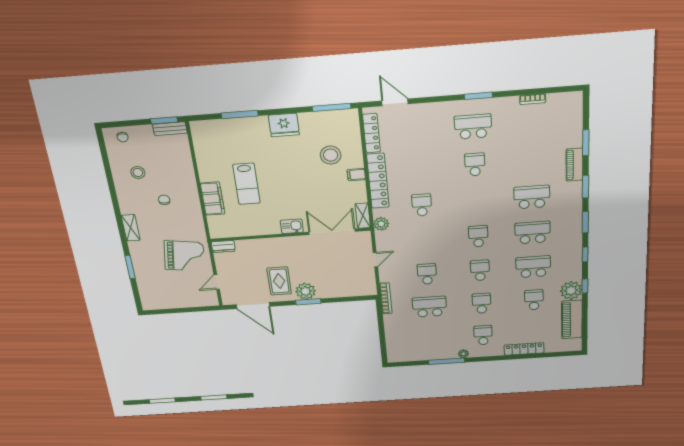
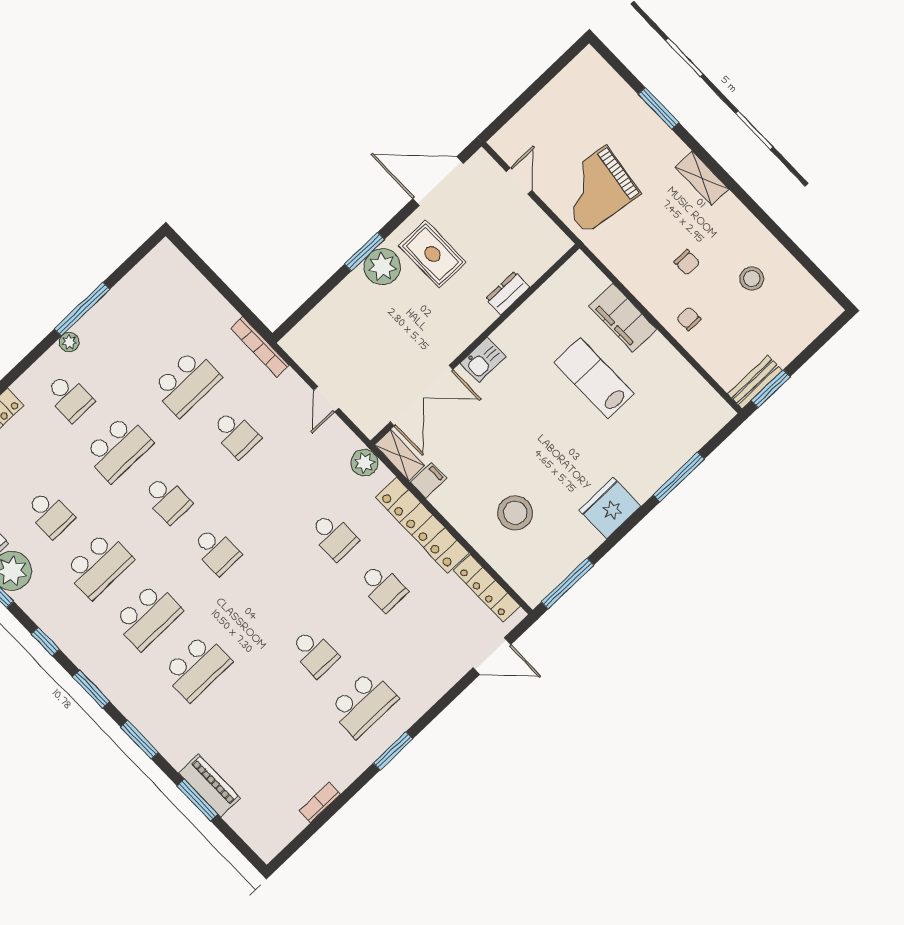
chair: (123, 137) -> (689, 319), moved
piano: (574, 165) -> (209, 786), moved
school desk: (419, 169) -> (383, 587), added
filing cabinet: (356, 175) -> (429, 480), moved
dresser: (223, 247) -> (508, 293), moved
school desk: (482, 303) -> (118, 448), width x1.85

